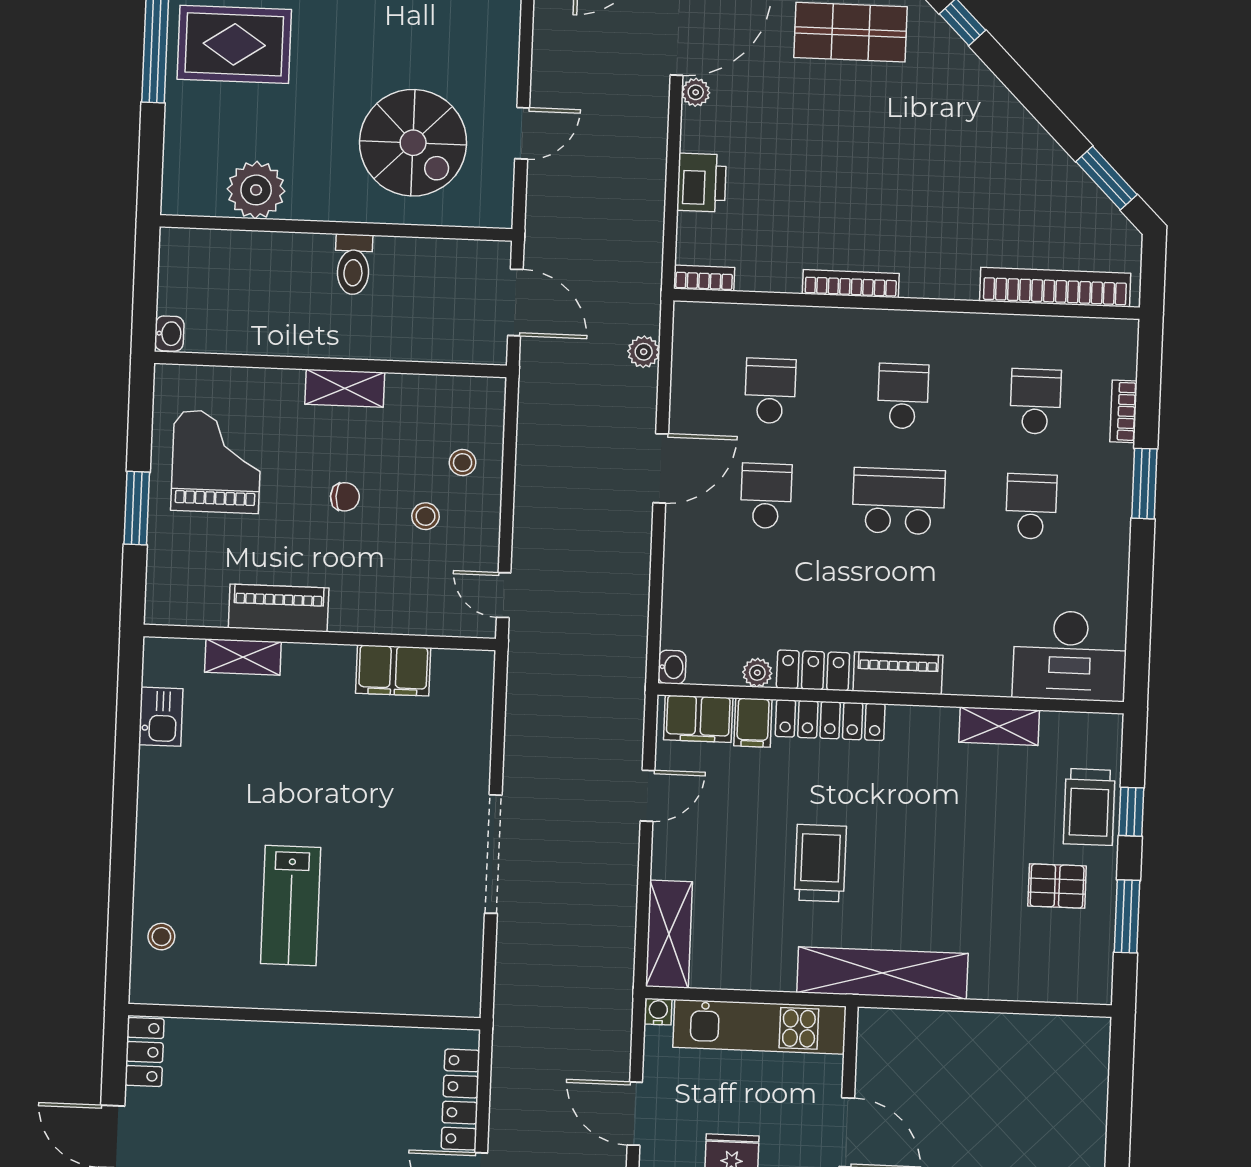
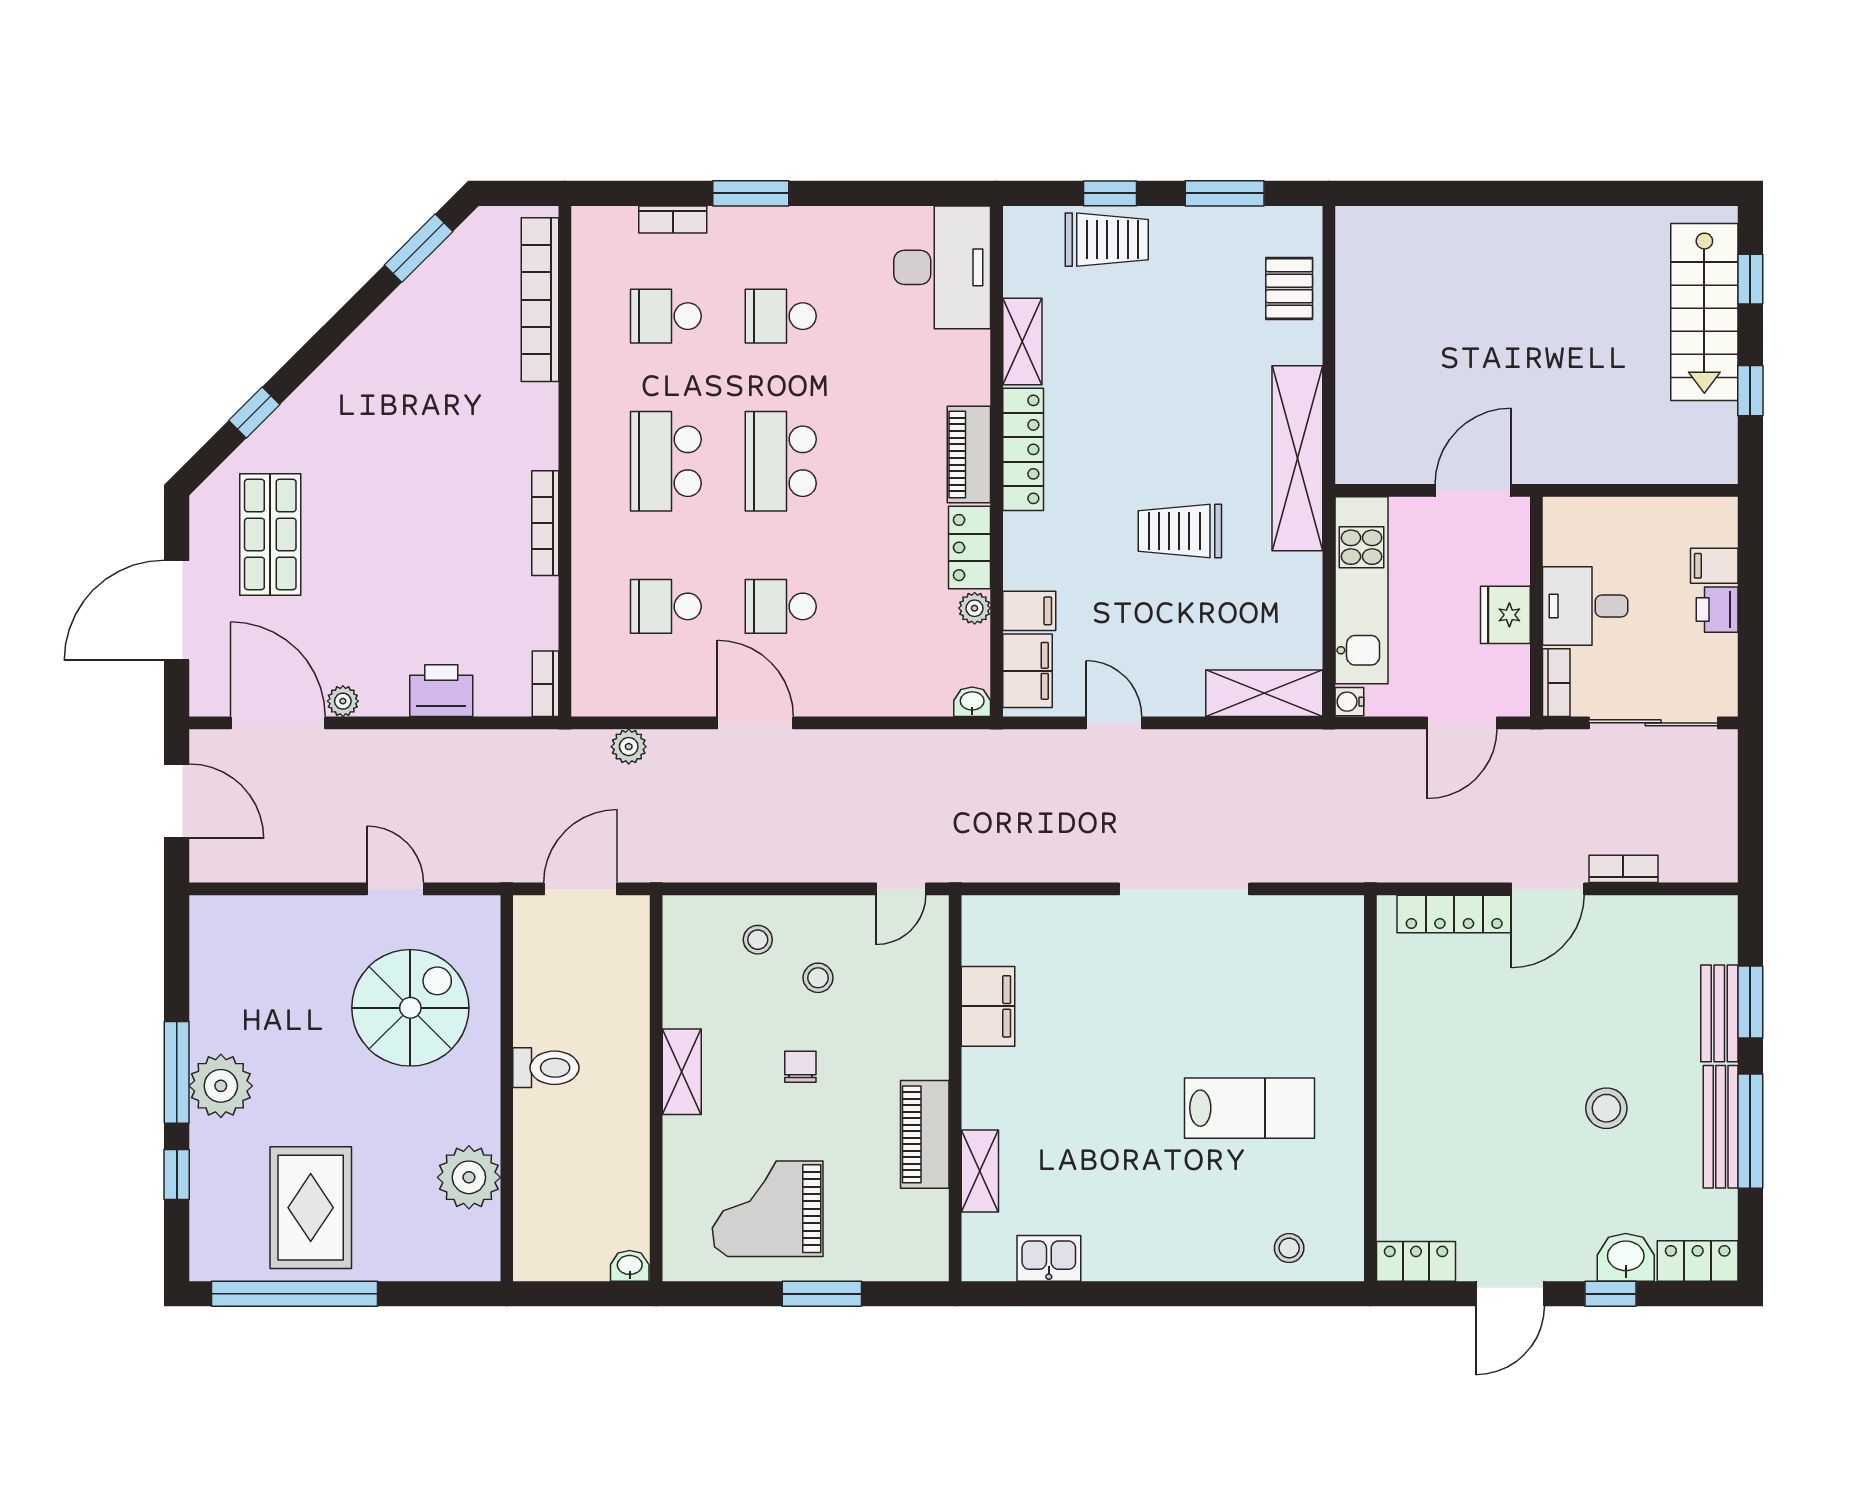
school desk: (903, 396) -> (666, 461), width x1.85
locker: (830, 720) -> (1023, 449), moved
pallet: (1057, 886) -> (1289, 289), moved

